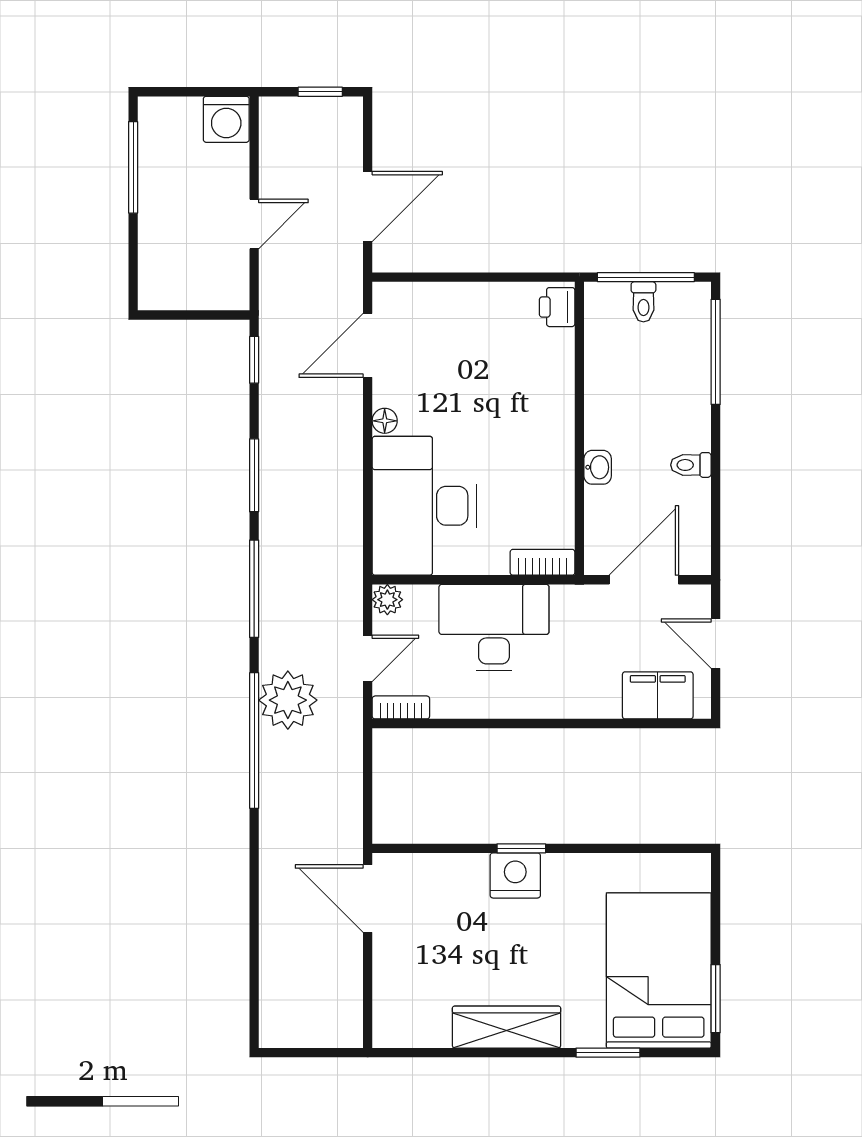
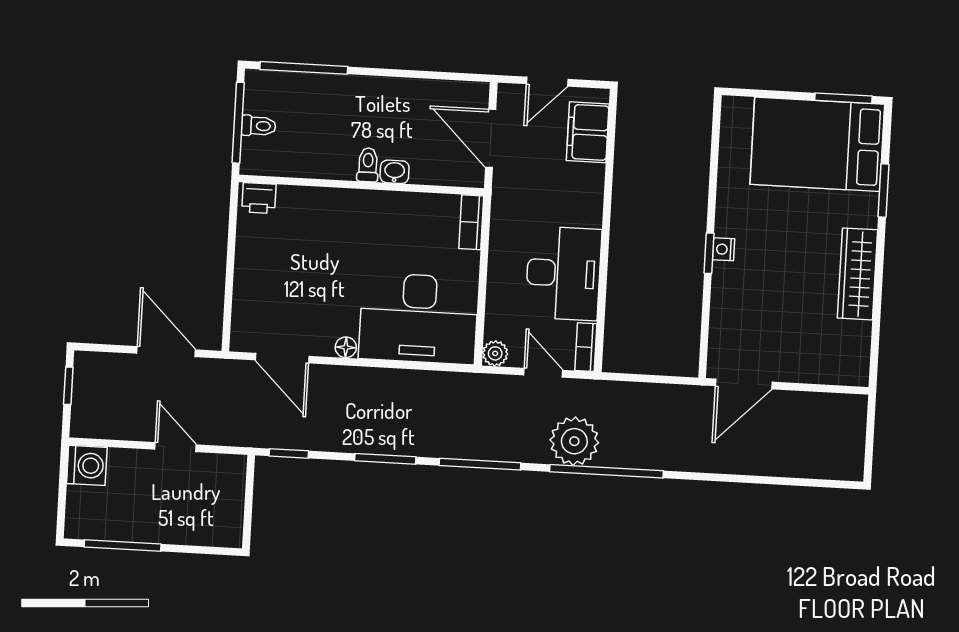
toilet: (691, 465) -> (368, 165), moved, turned 180
desk: (494, 628) -> (563, 273), moved, turned 180
nightstand: (515, 875) -> (724, 249), width x0.53, depth x0.56

